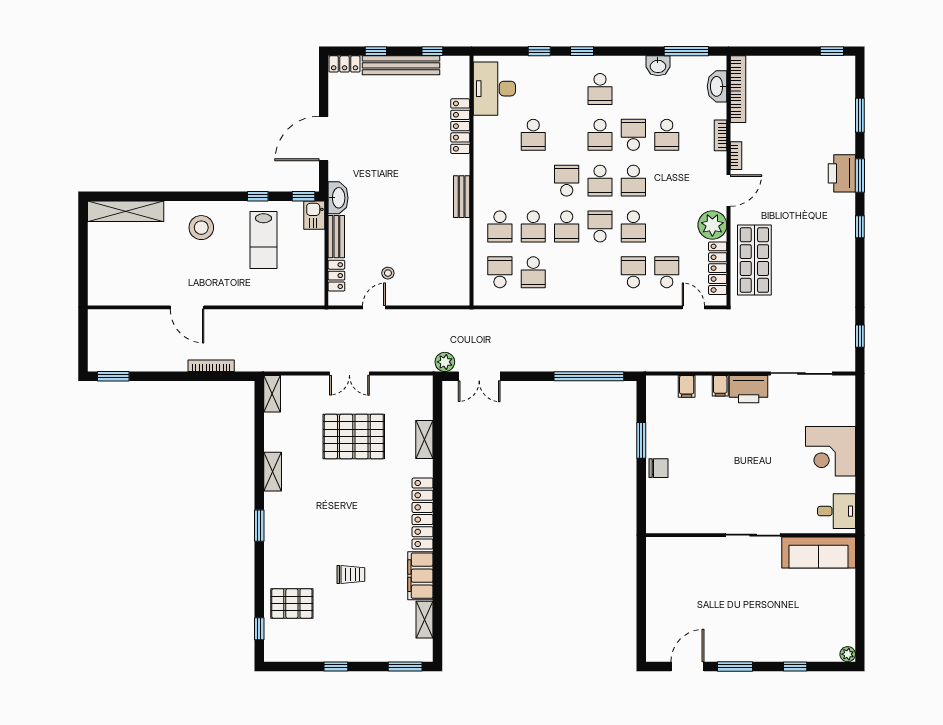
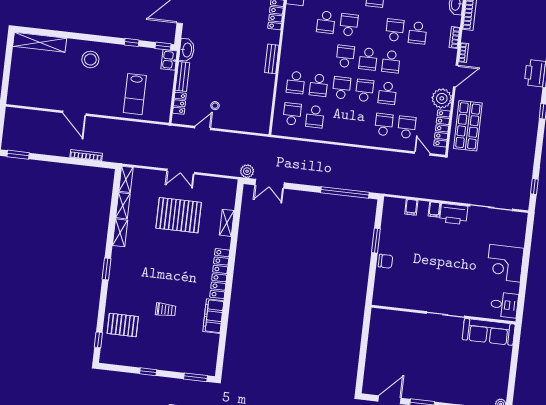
school desk: (600, 135) -> (349, 25), moved, turned 180
school desk: (567, 226) -> (342, 88), turned 180
lab bench: (263, 240) -> (135, 94), moved
shelving: (425, 620) -> (123, 206), moved

